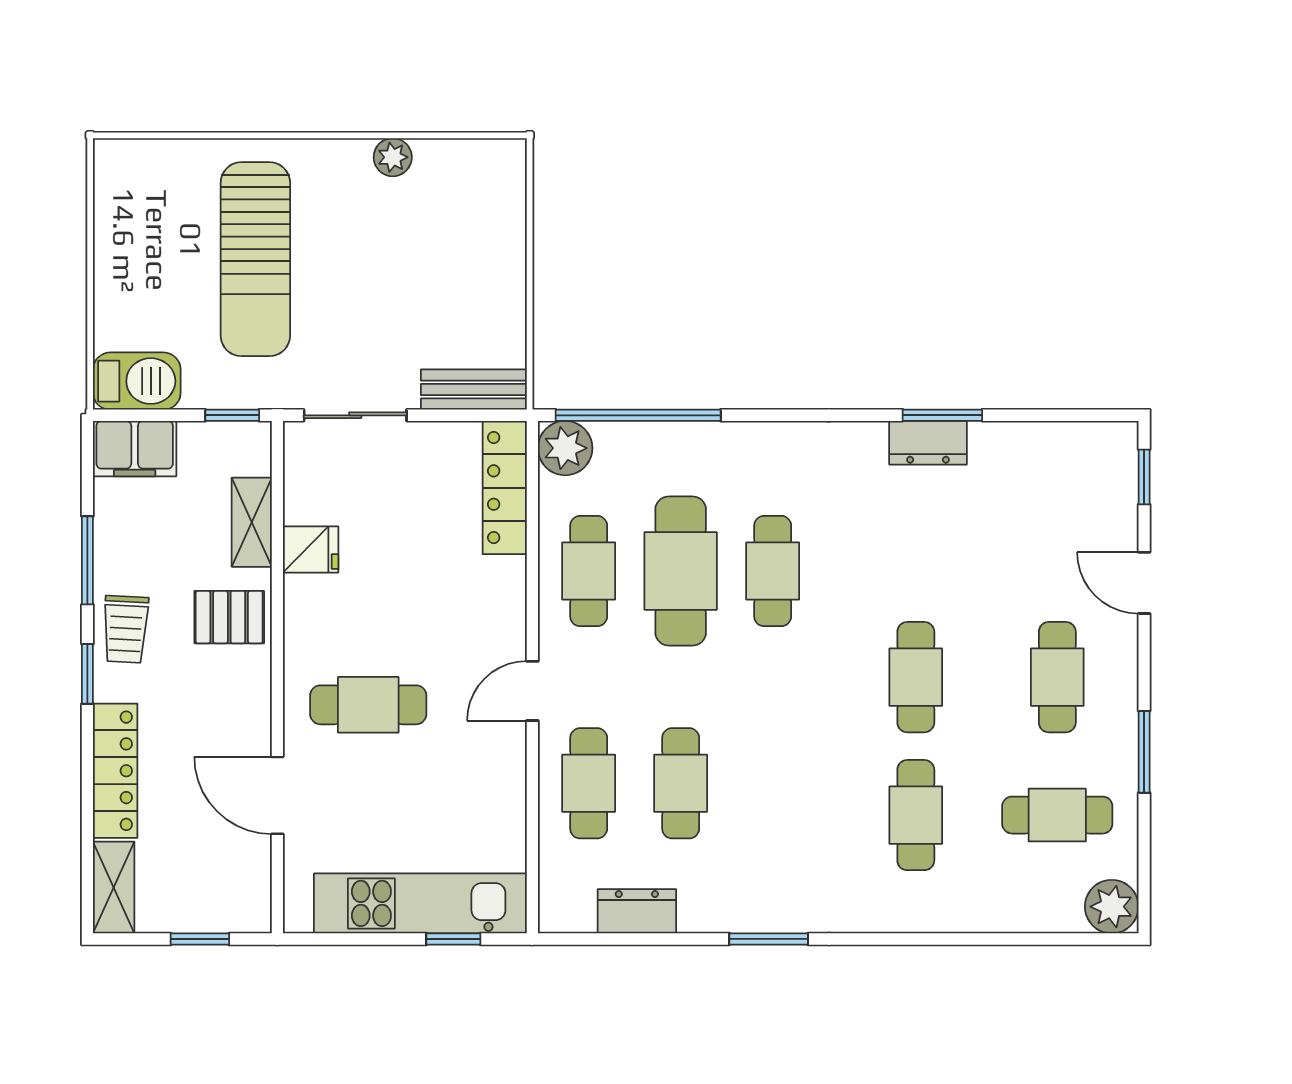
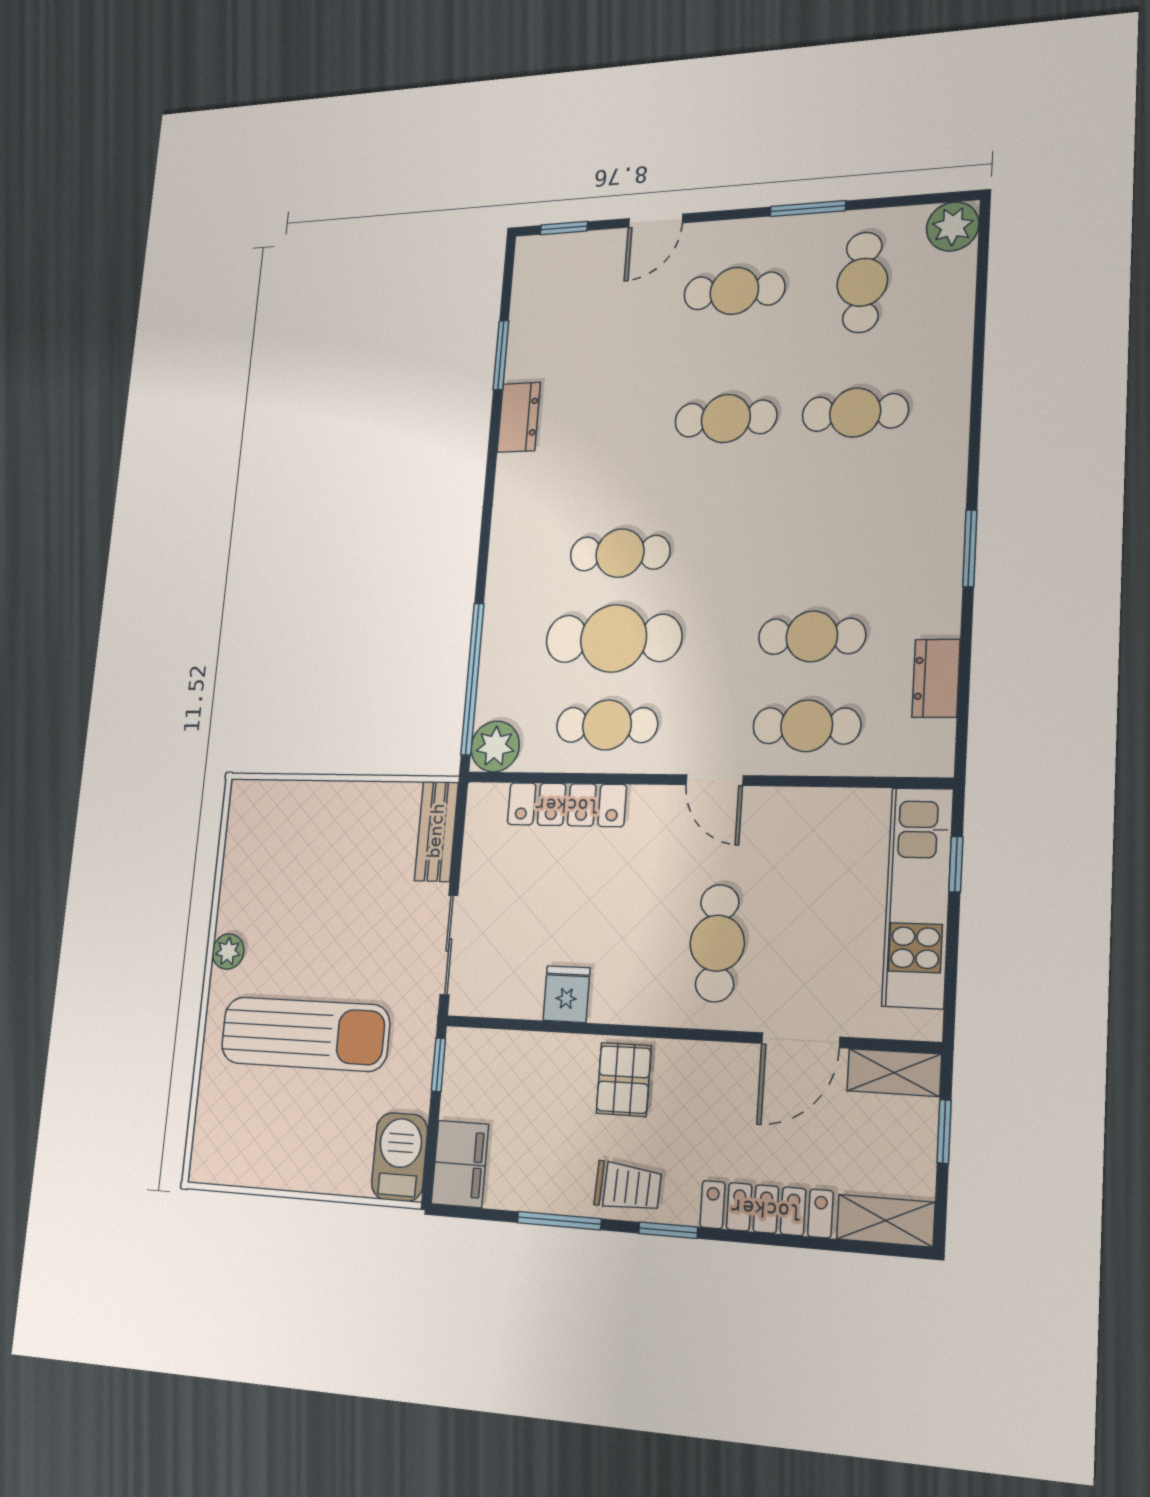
plant: (393, 157) -> (228, 952), moved
window: (942, 415) -> (501, 355), moved
locker: (505, 488) -> (567, 805), moved
shelving: (252, 522) -> (894, 1073), moved

